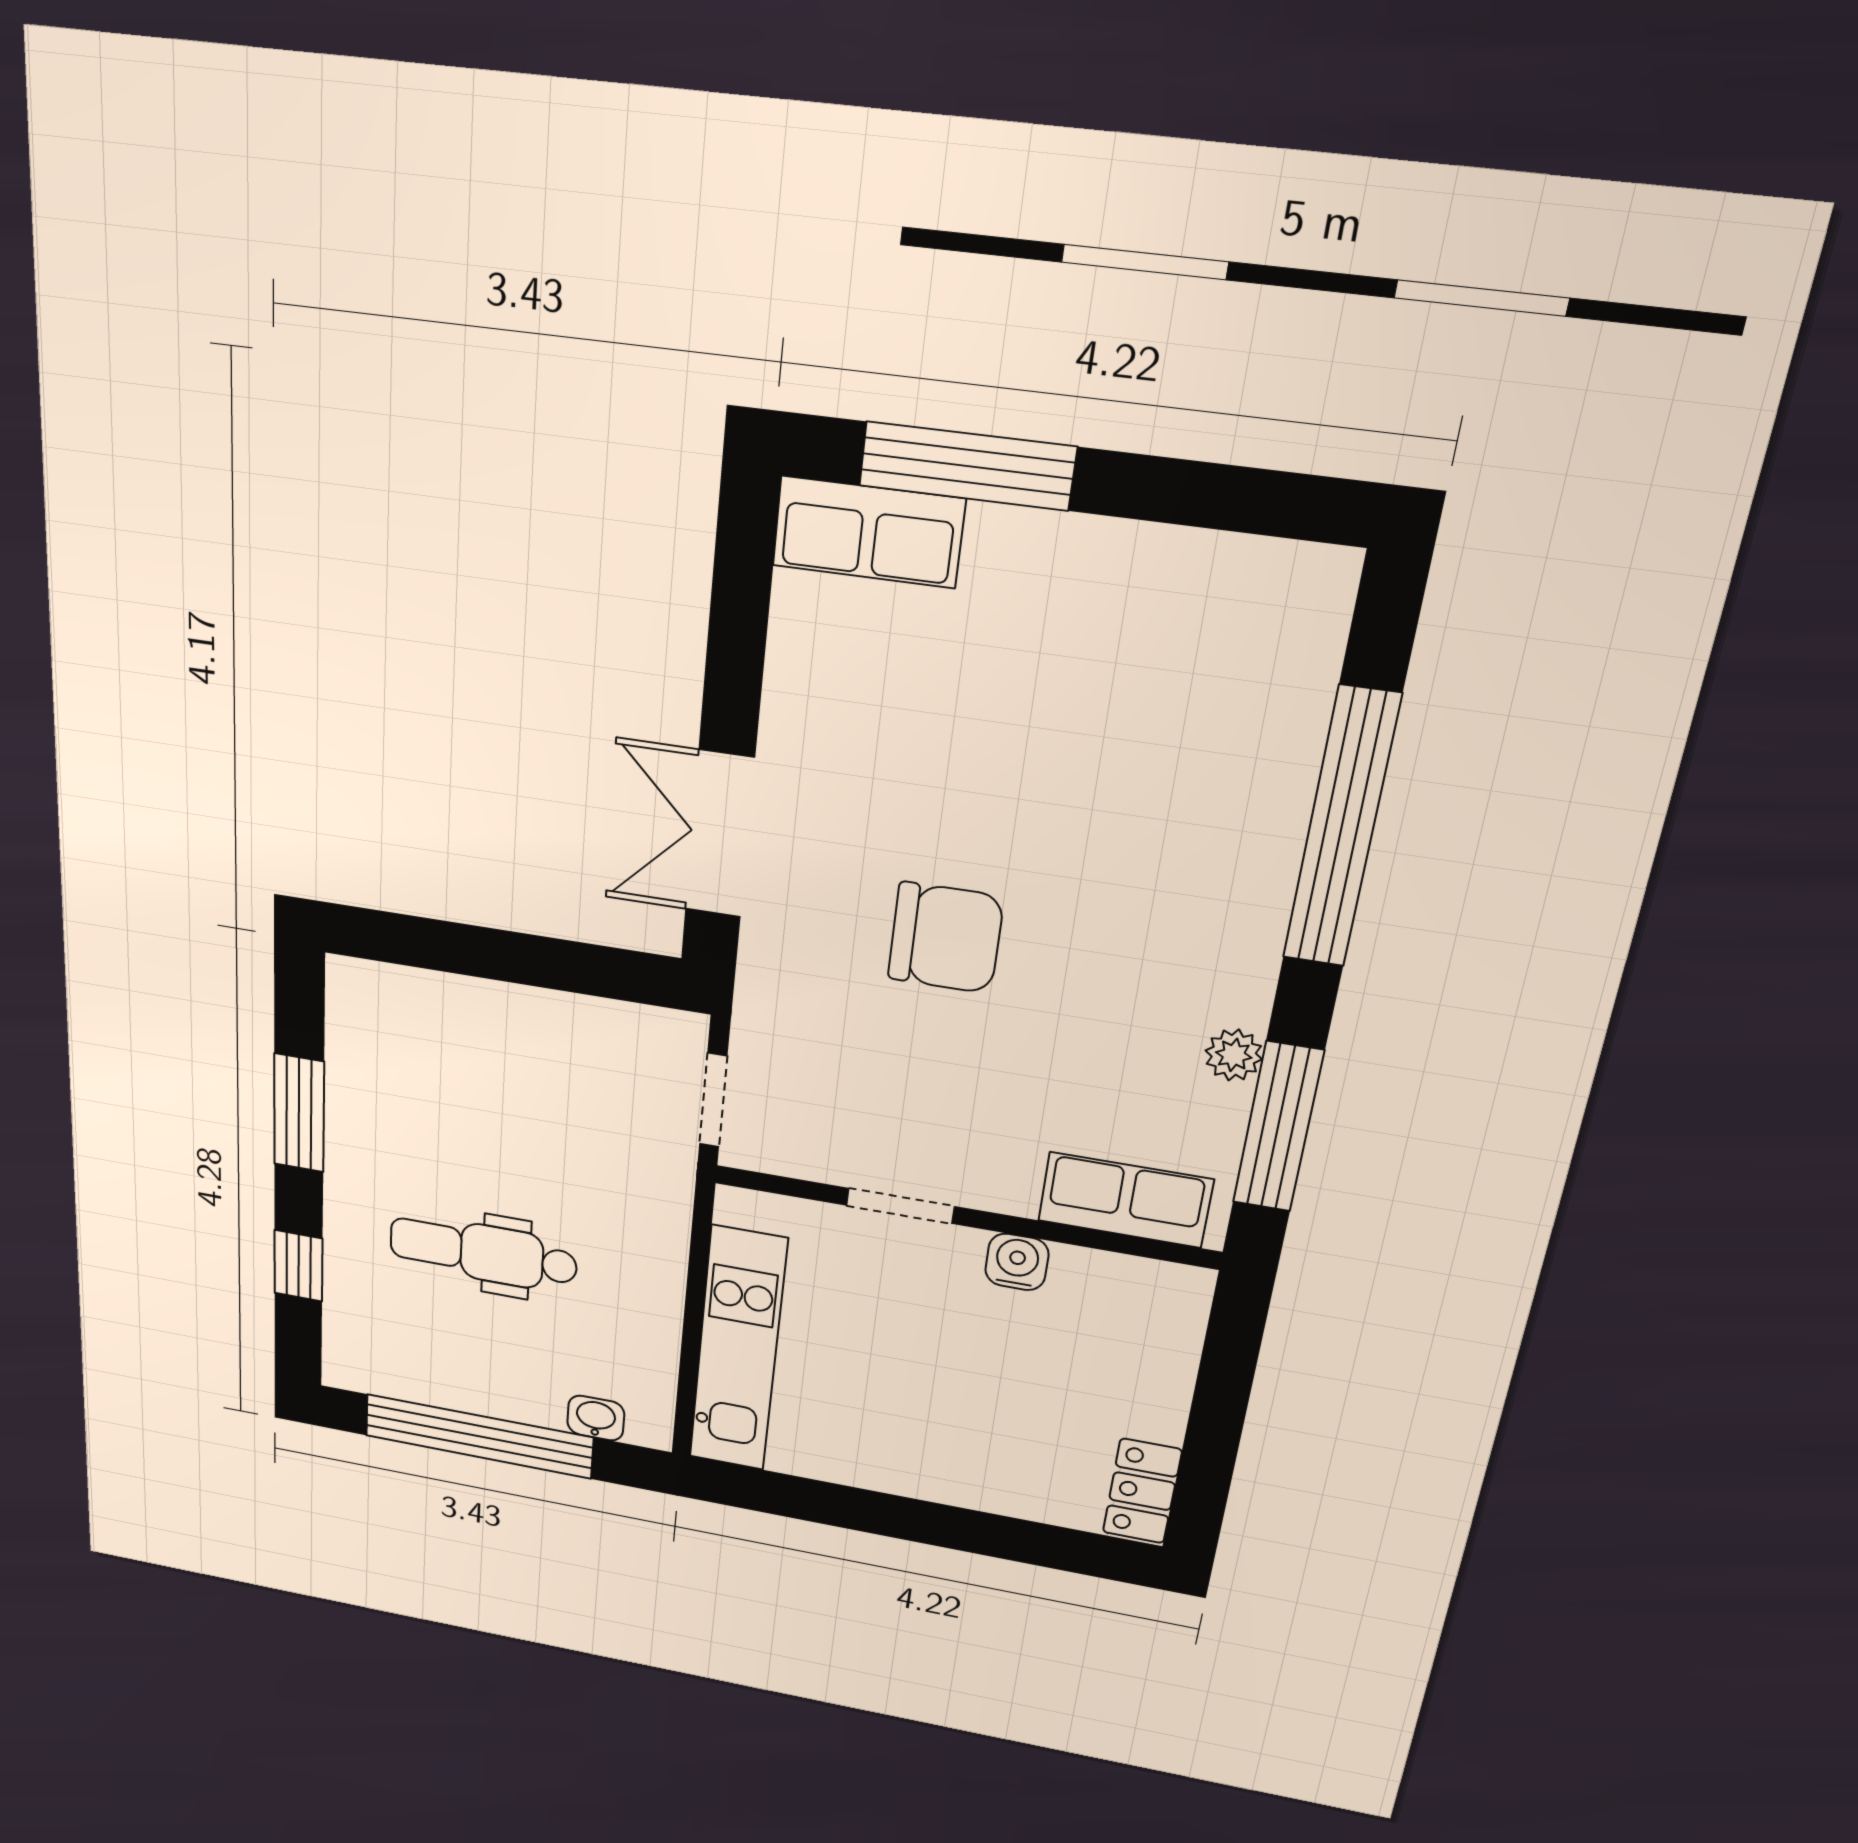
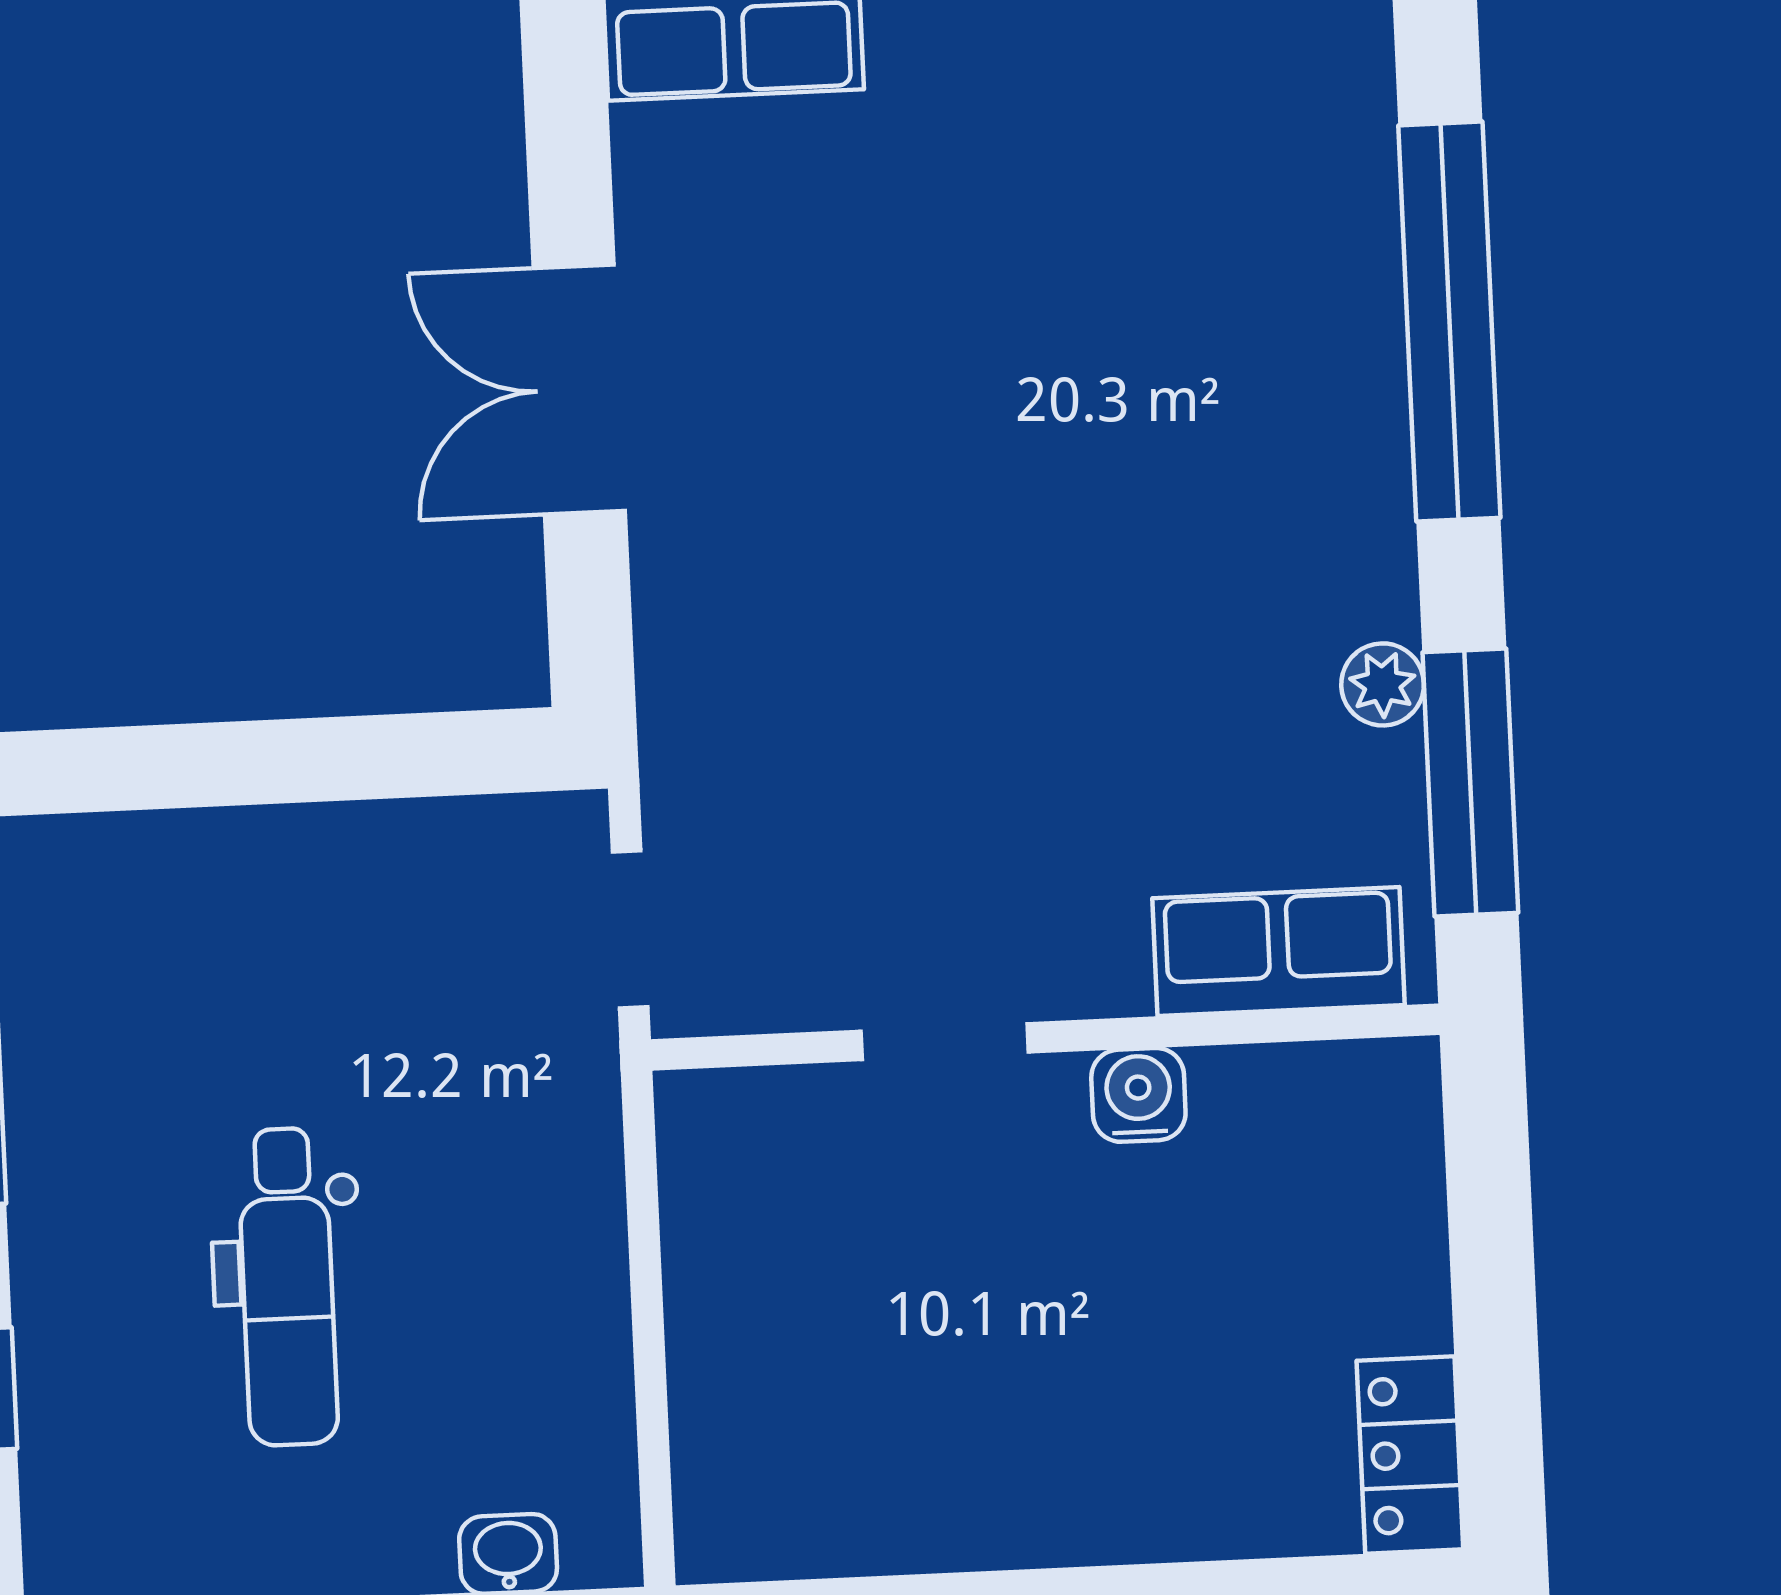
double door: (720, 834) -> (579, 390), moved
chair: (945, 938) -> (938, 593), removed
dental chair: (483, 1253) -> (288, 1287), turned -90
kitchen unit: (738, 1350) -> (728, 1362), removed

